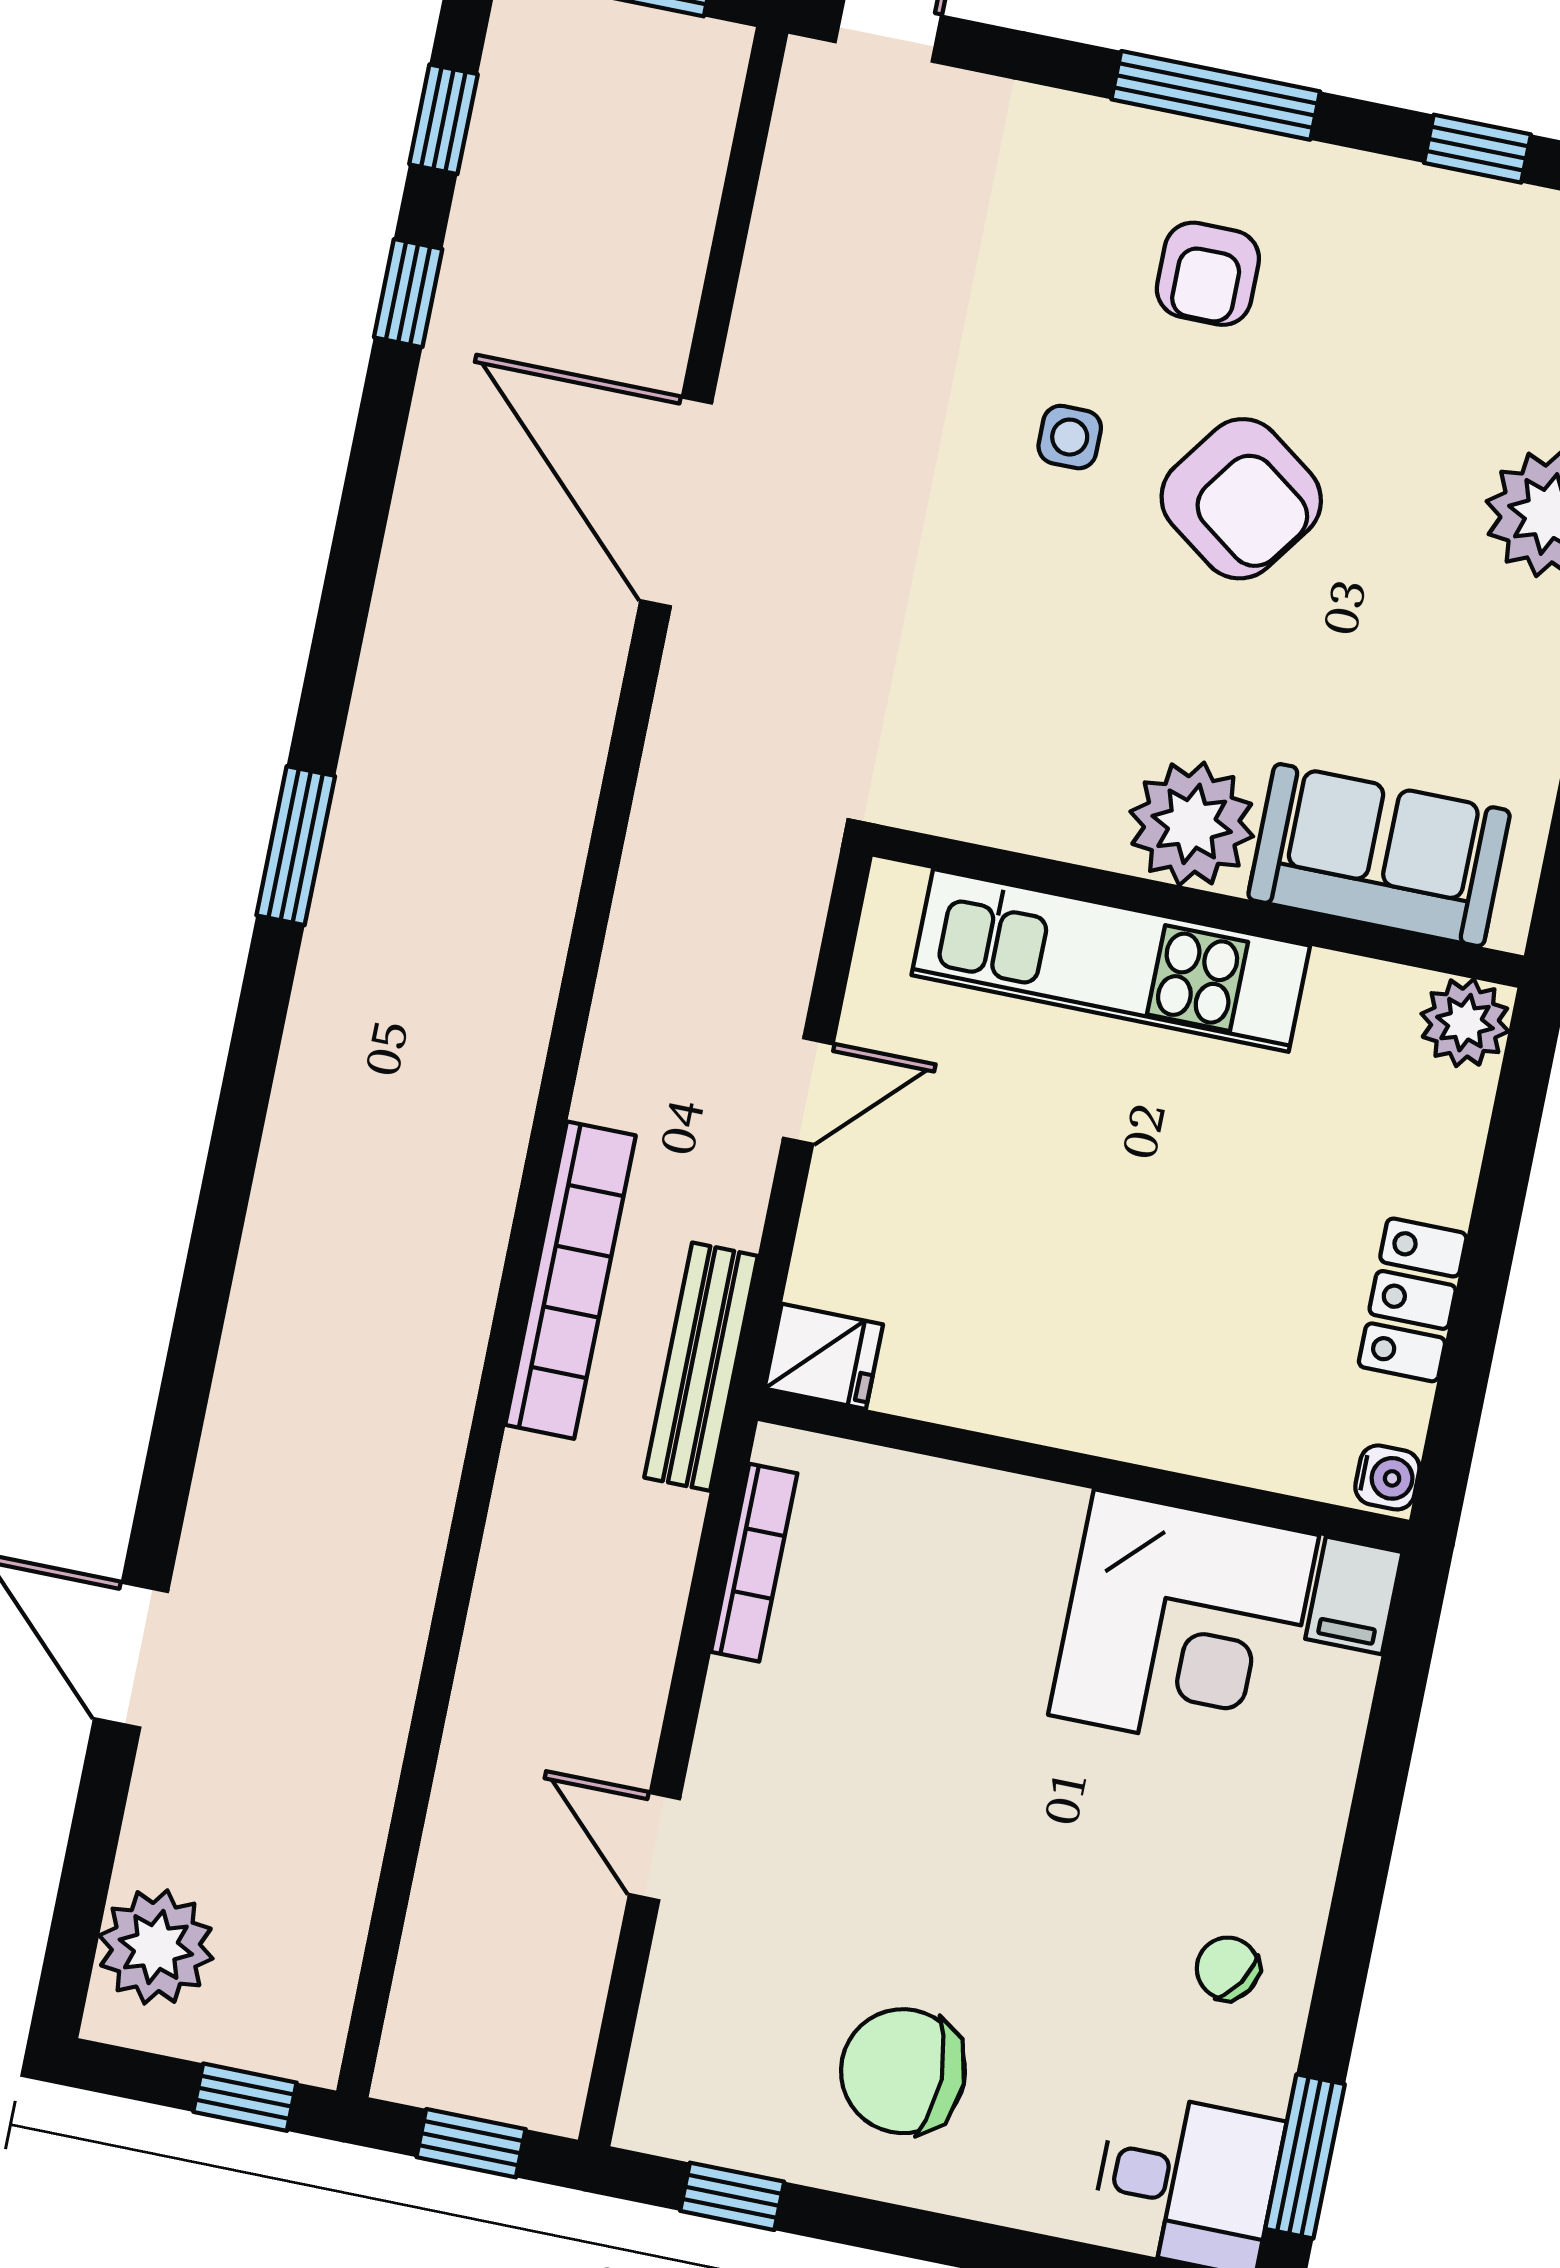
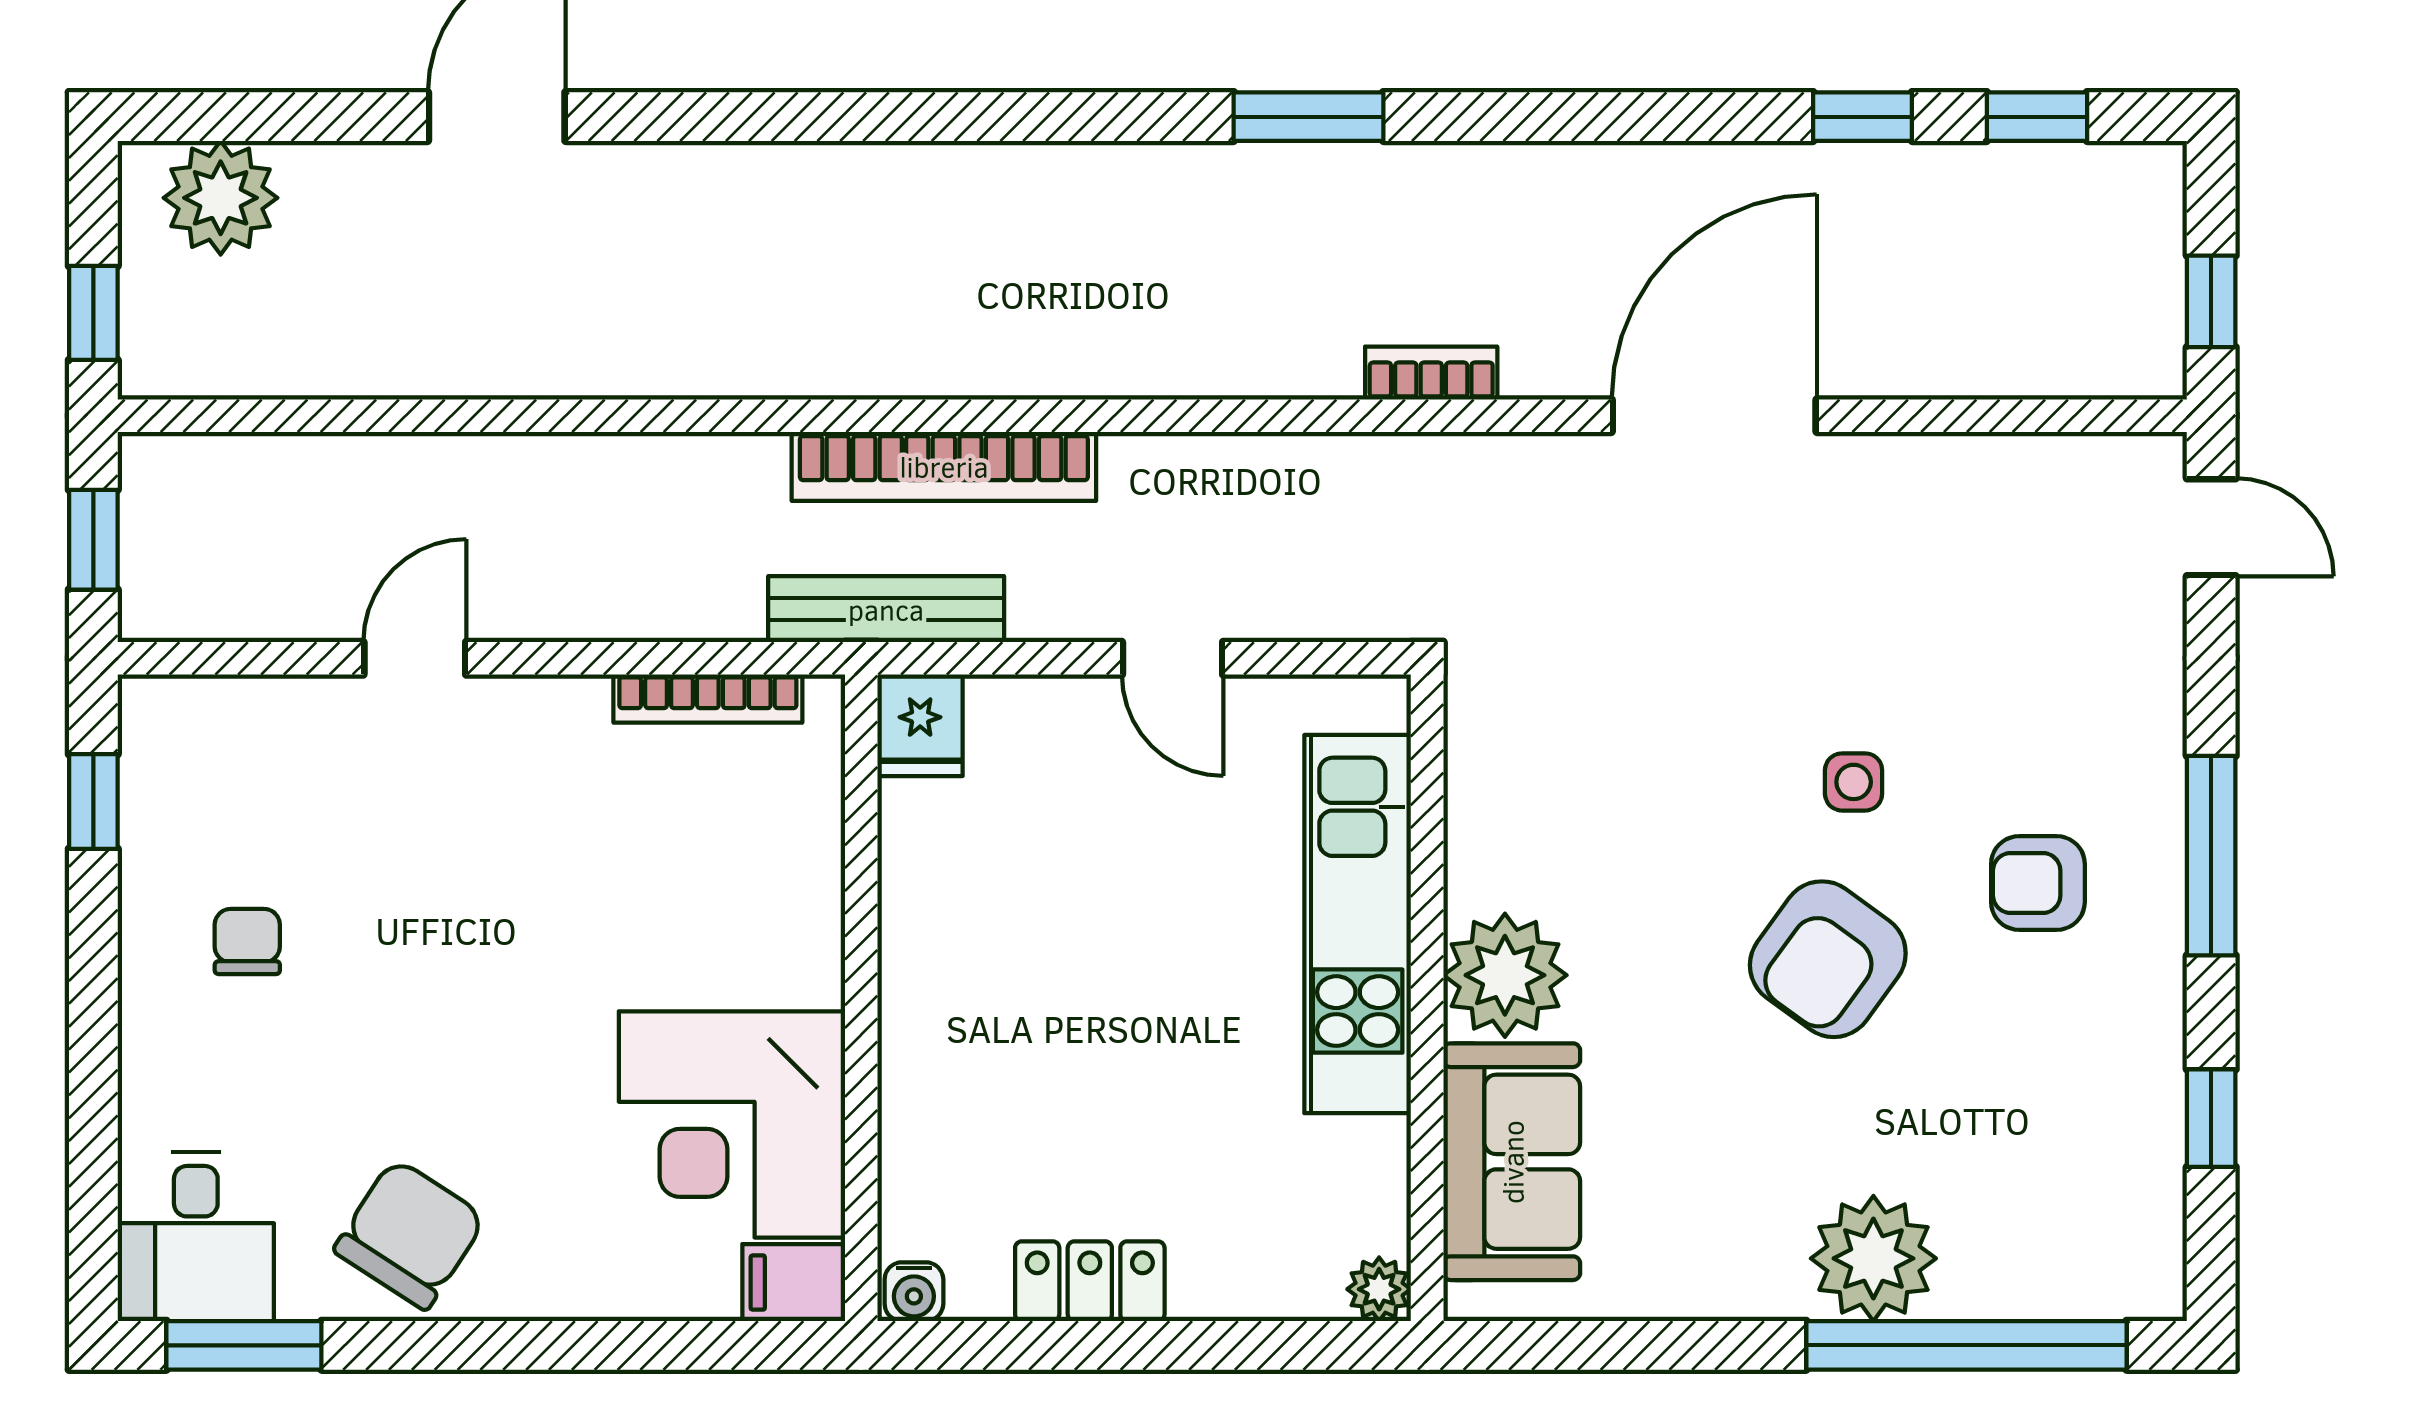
bookcase: (576, 775) -> (1431, 373), added
plant: (1465, 1023) -> (1379, 1289), width x0.73, depth x0.73
chair: (1228, 1968) -> (410, 1234), width x1.87, depth x1.87
chair: (903, 2071) -> (247, 942), width x0.54, depth x0.54

